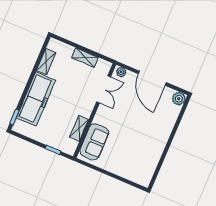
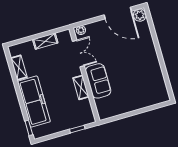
door: (152, 78) -> (118, 13), moved
shelving: (79, 128) -> (81, 87), moved
sofa: (94, 142) -> (98, 81), moved

